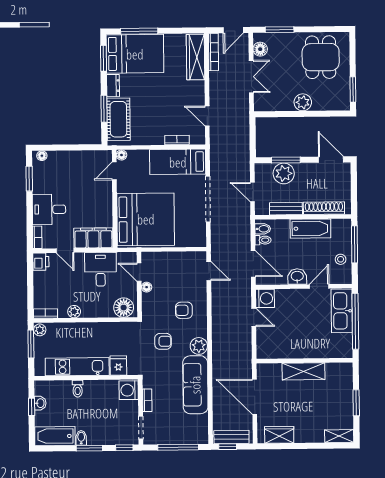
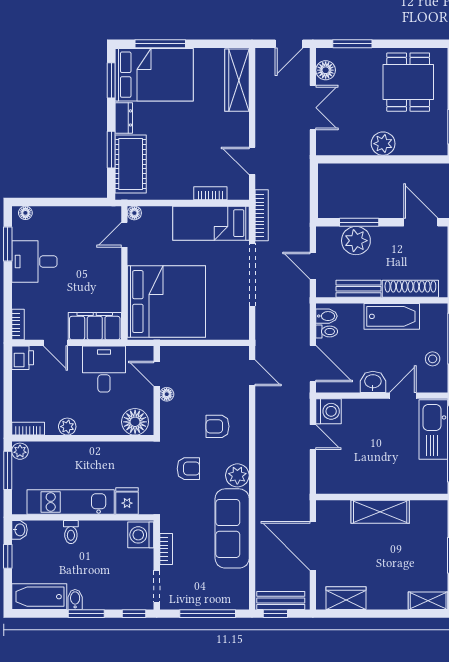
bookcase: (213, 52) -> (262, 215), moved
desk: (49, 209) -> (34, 261), moved
washbasin: (40, 403) -> (19, 530), moved

